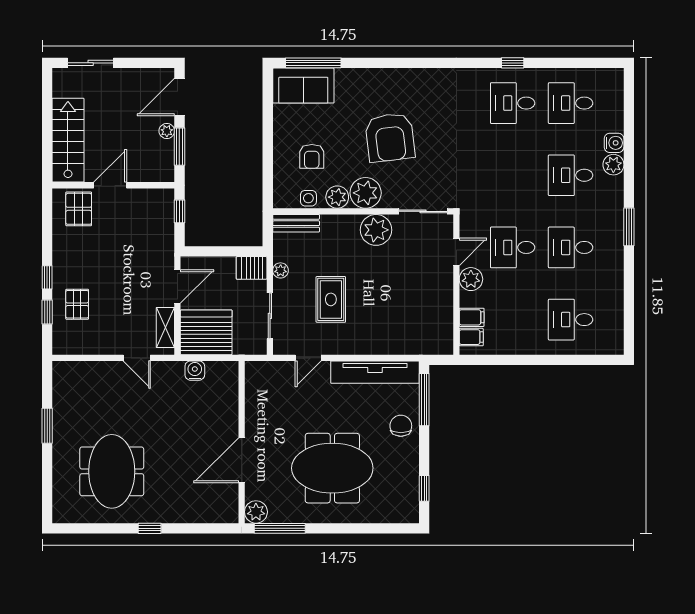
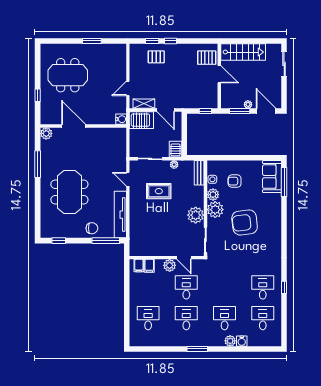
server rack: (206, 332) -> (141, 120), width x0.62
wall: (242, 442) -> (83, 126), moved
door: (242, 460) -> (74, 126), moved
plant: (256, 512) -> (46, 133), moved

